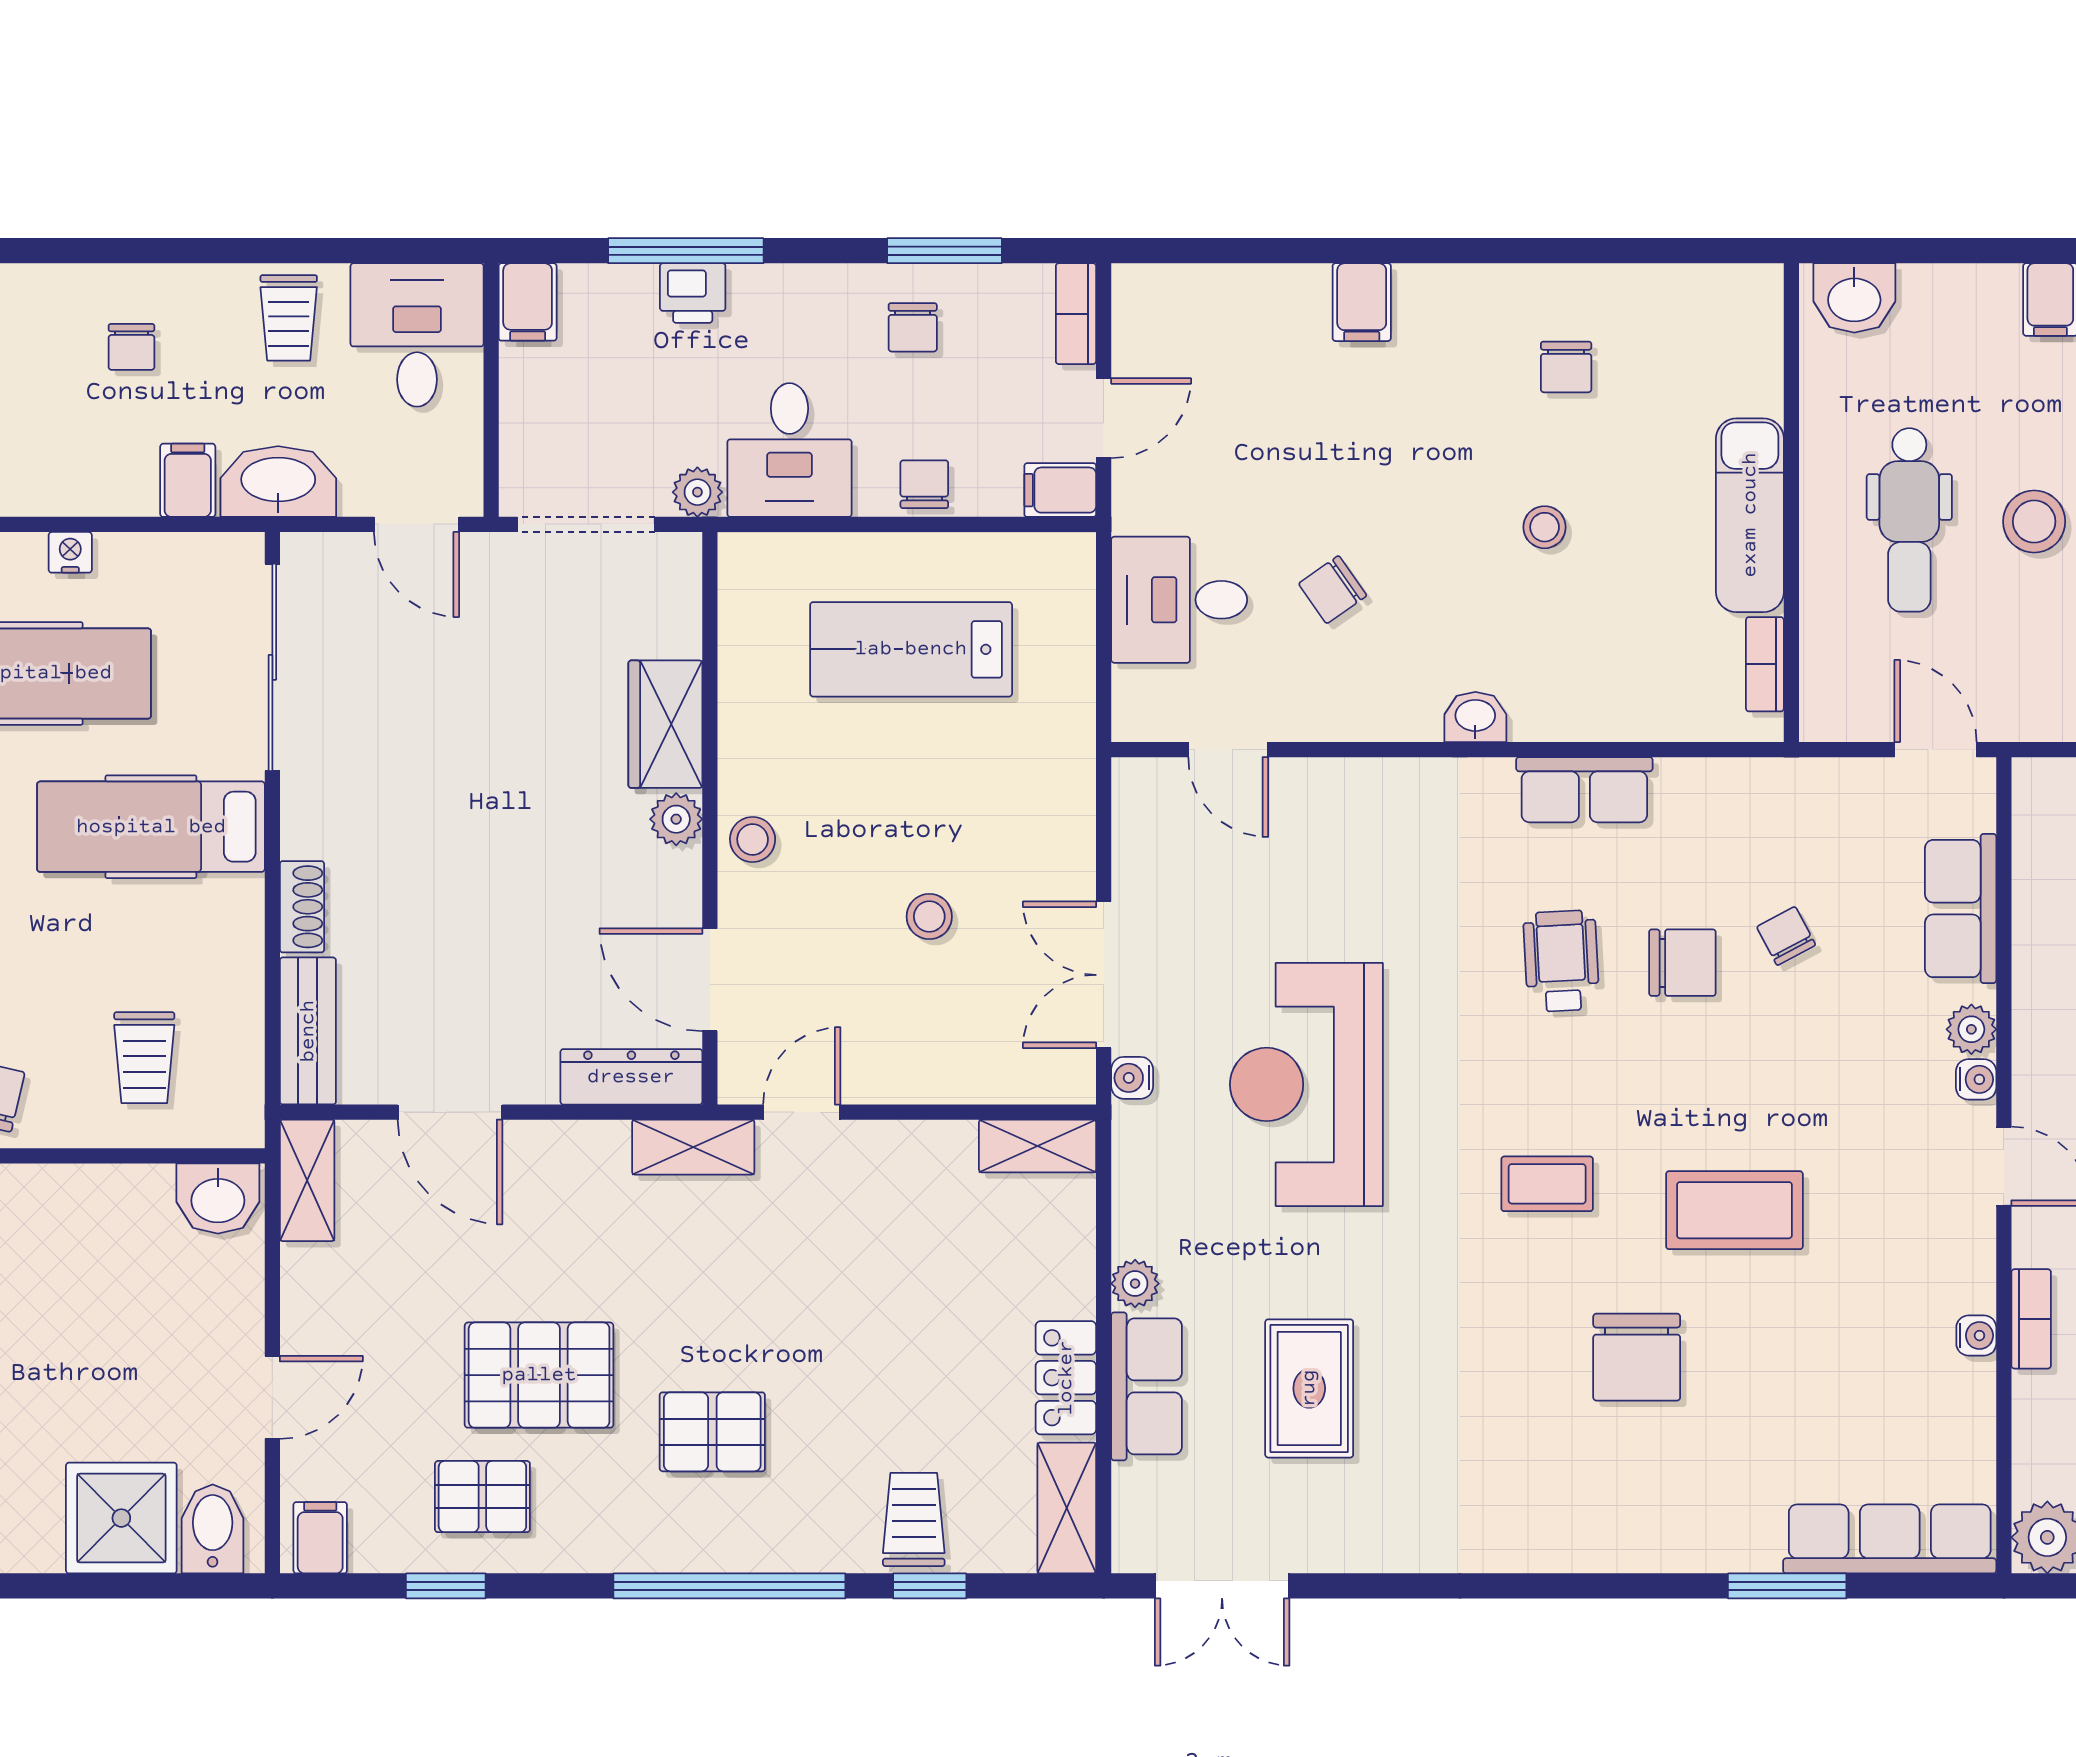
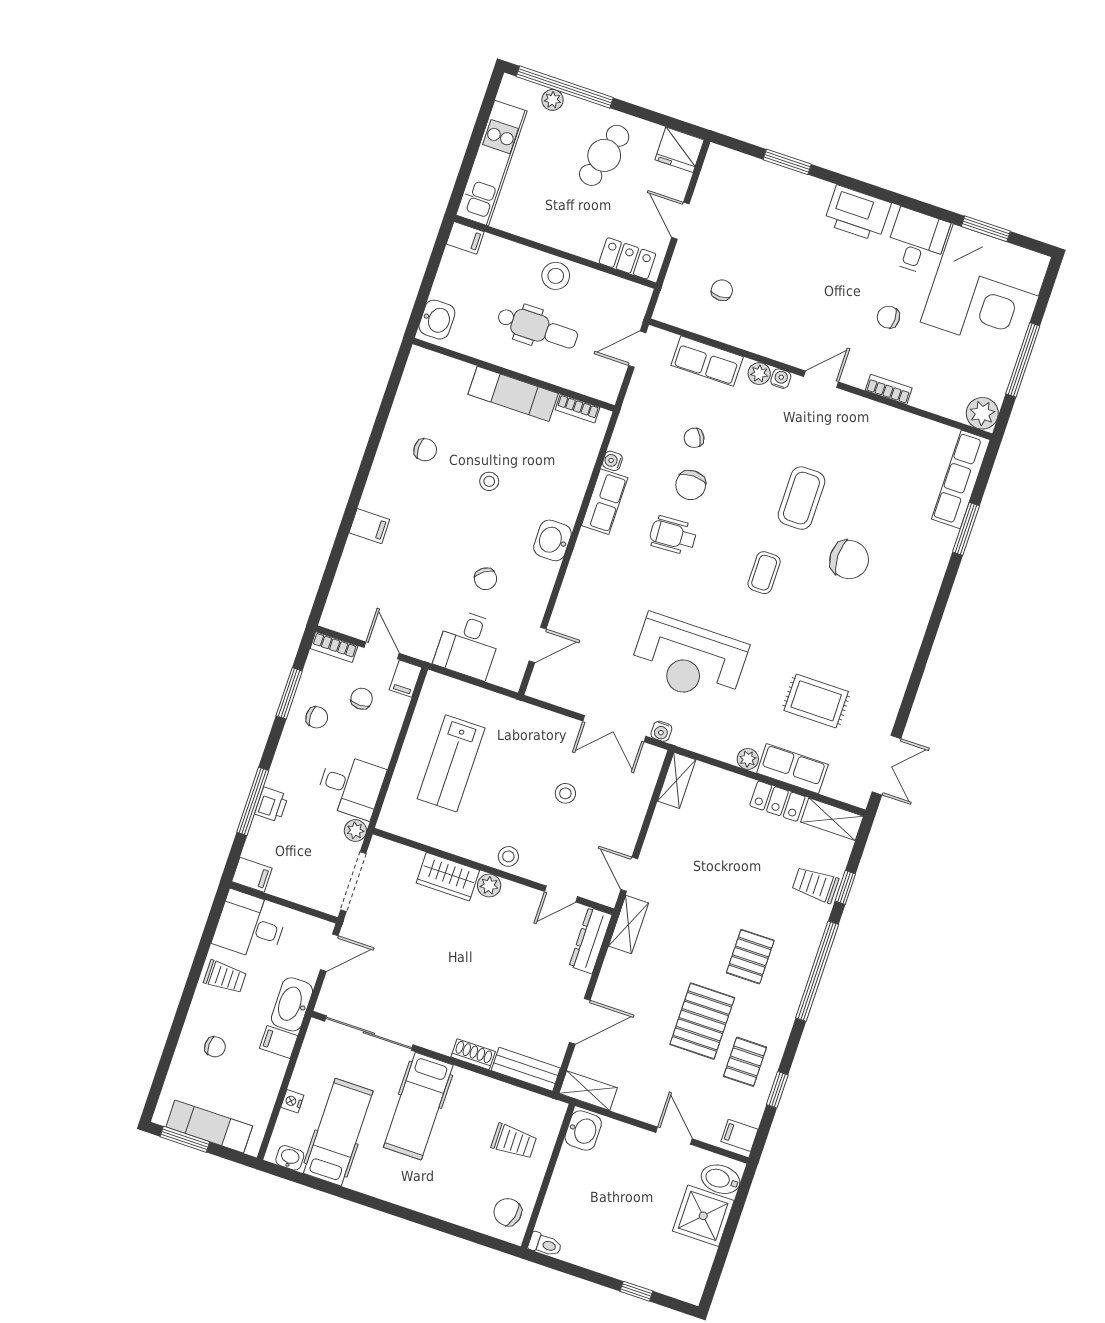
chair: (924, 484) -> (362, 699), moved, turned 90
washbasin: (1475, 717) -> (552, 540), width x1.38, depth x1.45
chair: (1682, 963) -> (691, 485), turned 180
door: (710, 980) -> (561, 894), width x0.73
water cooler: (1976, 1336) -> (612, 461), moved, turned -90

